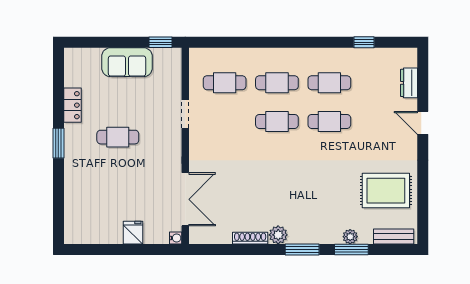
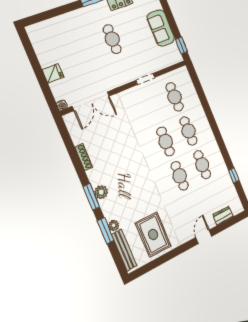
plant: (278, 235) -> (101, 192), moved
bench: (394, 236) -> (124, 250), width x1.36

